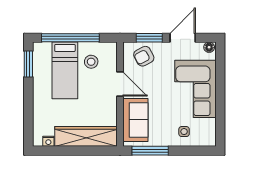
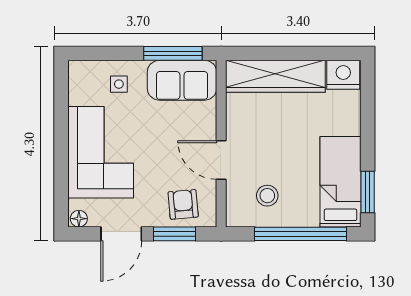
armchair: (144, 56) -> (183, 204), turned -67
bed: (65, 70) -> (341, 182), moved
sofa: (135, 120) -> (182, 80), moved, turned -90
nightstand: (48, 141) -> (343, 75), width x1.89, depth x1.79

